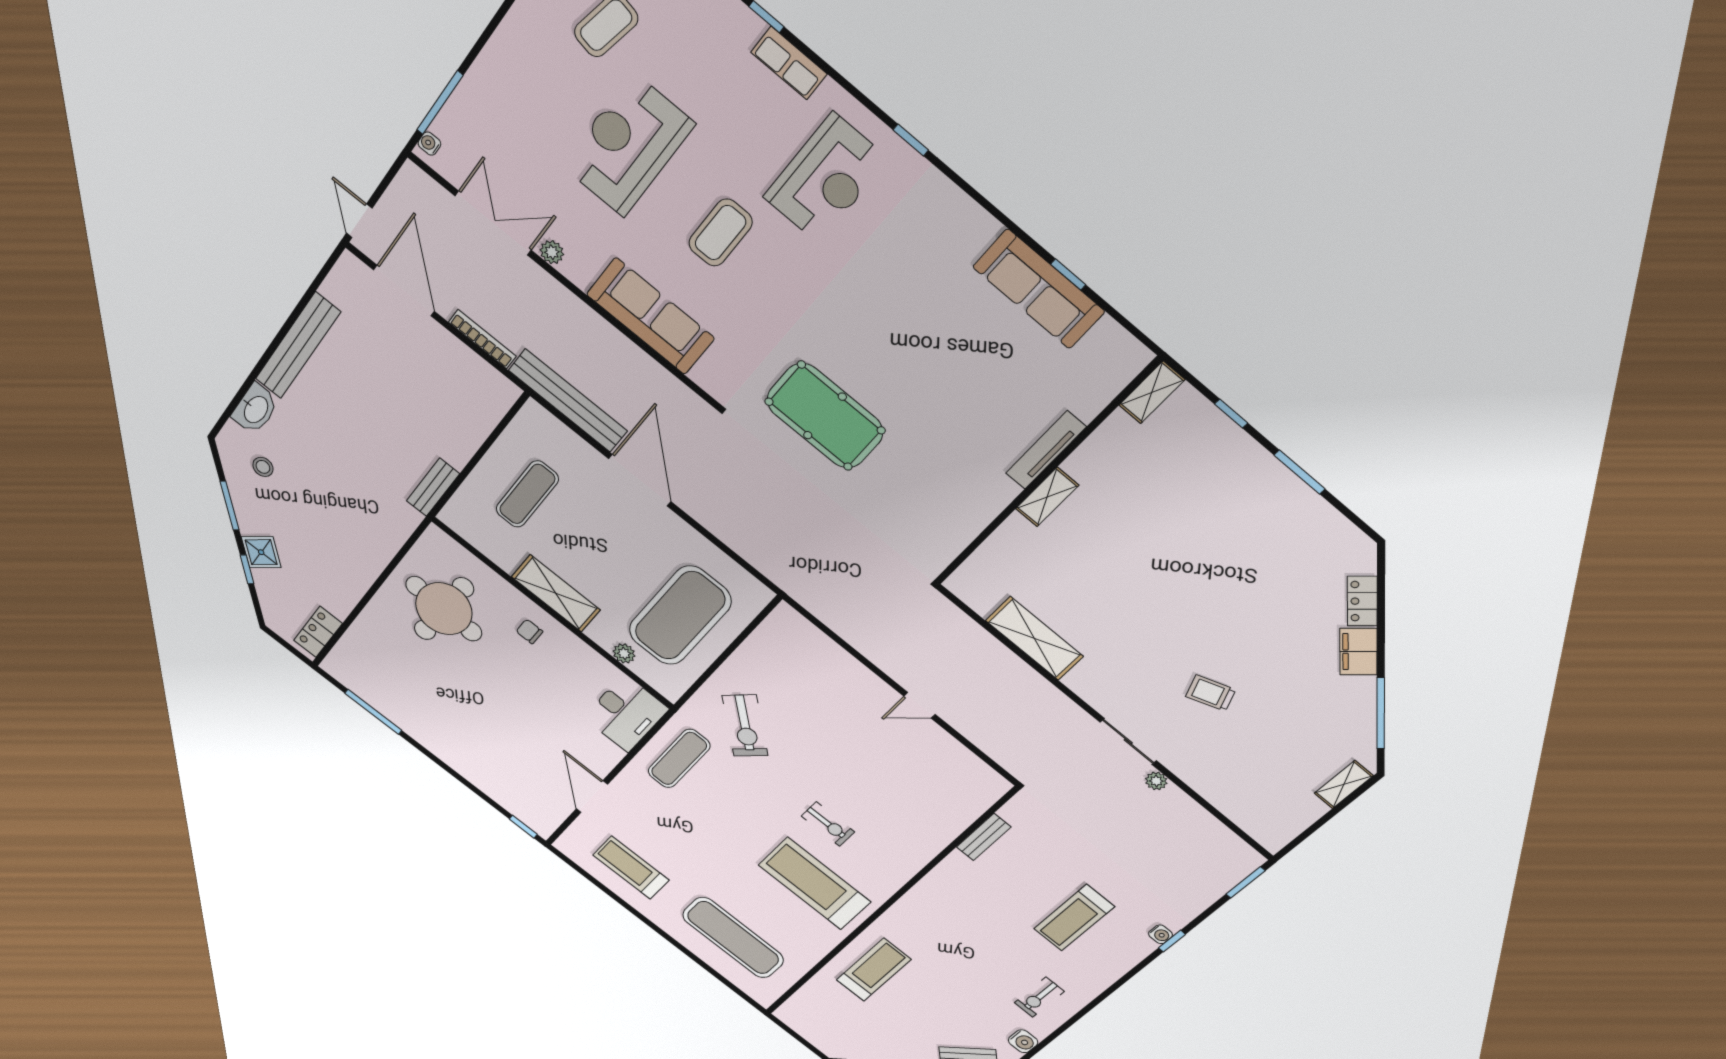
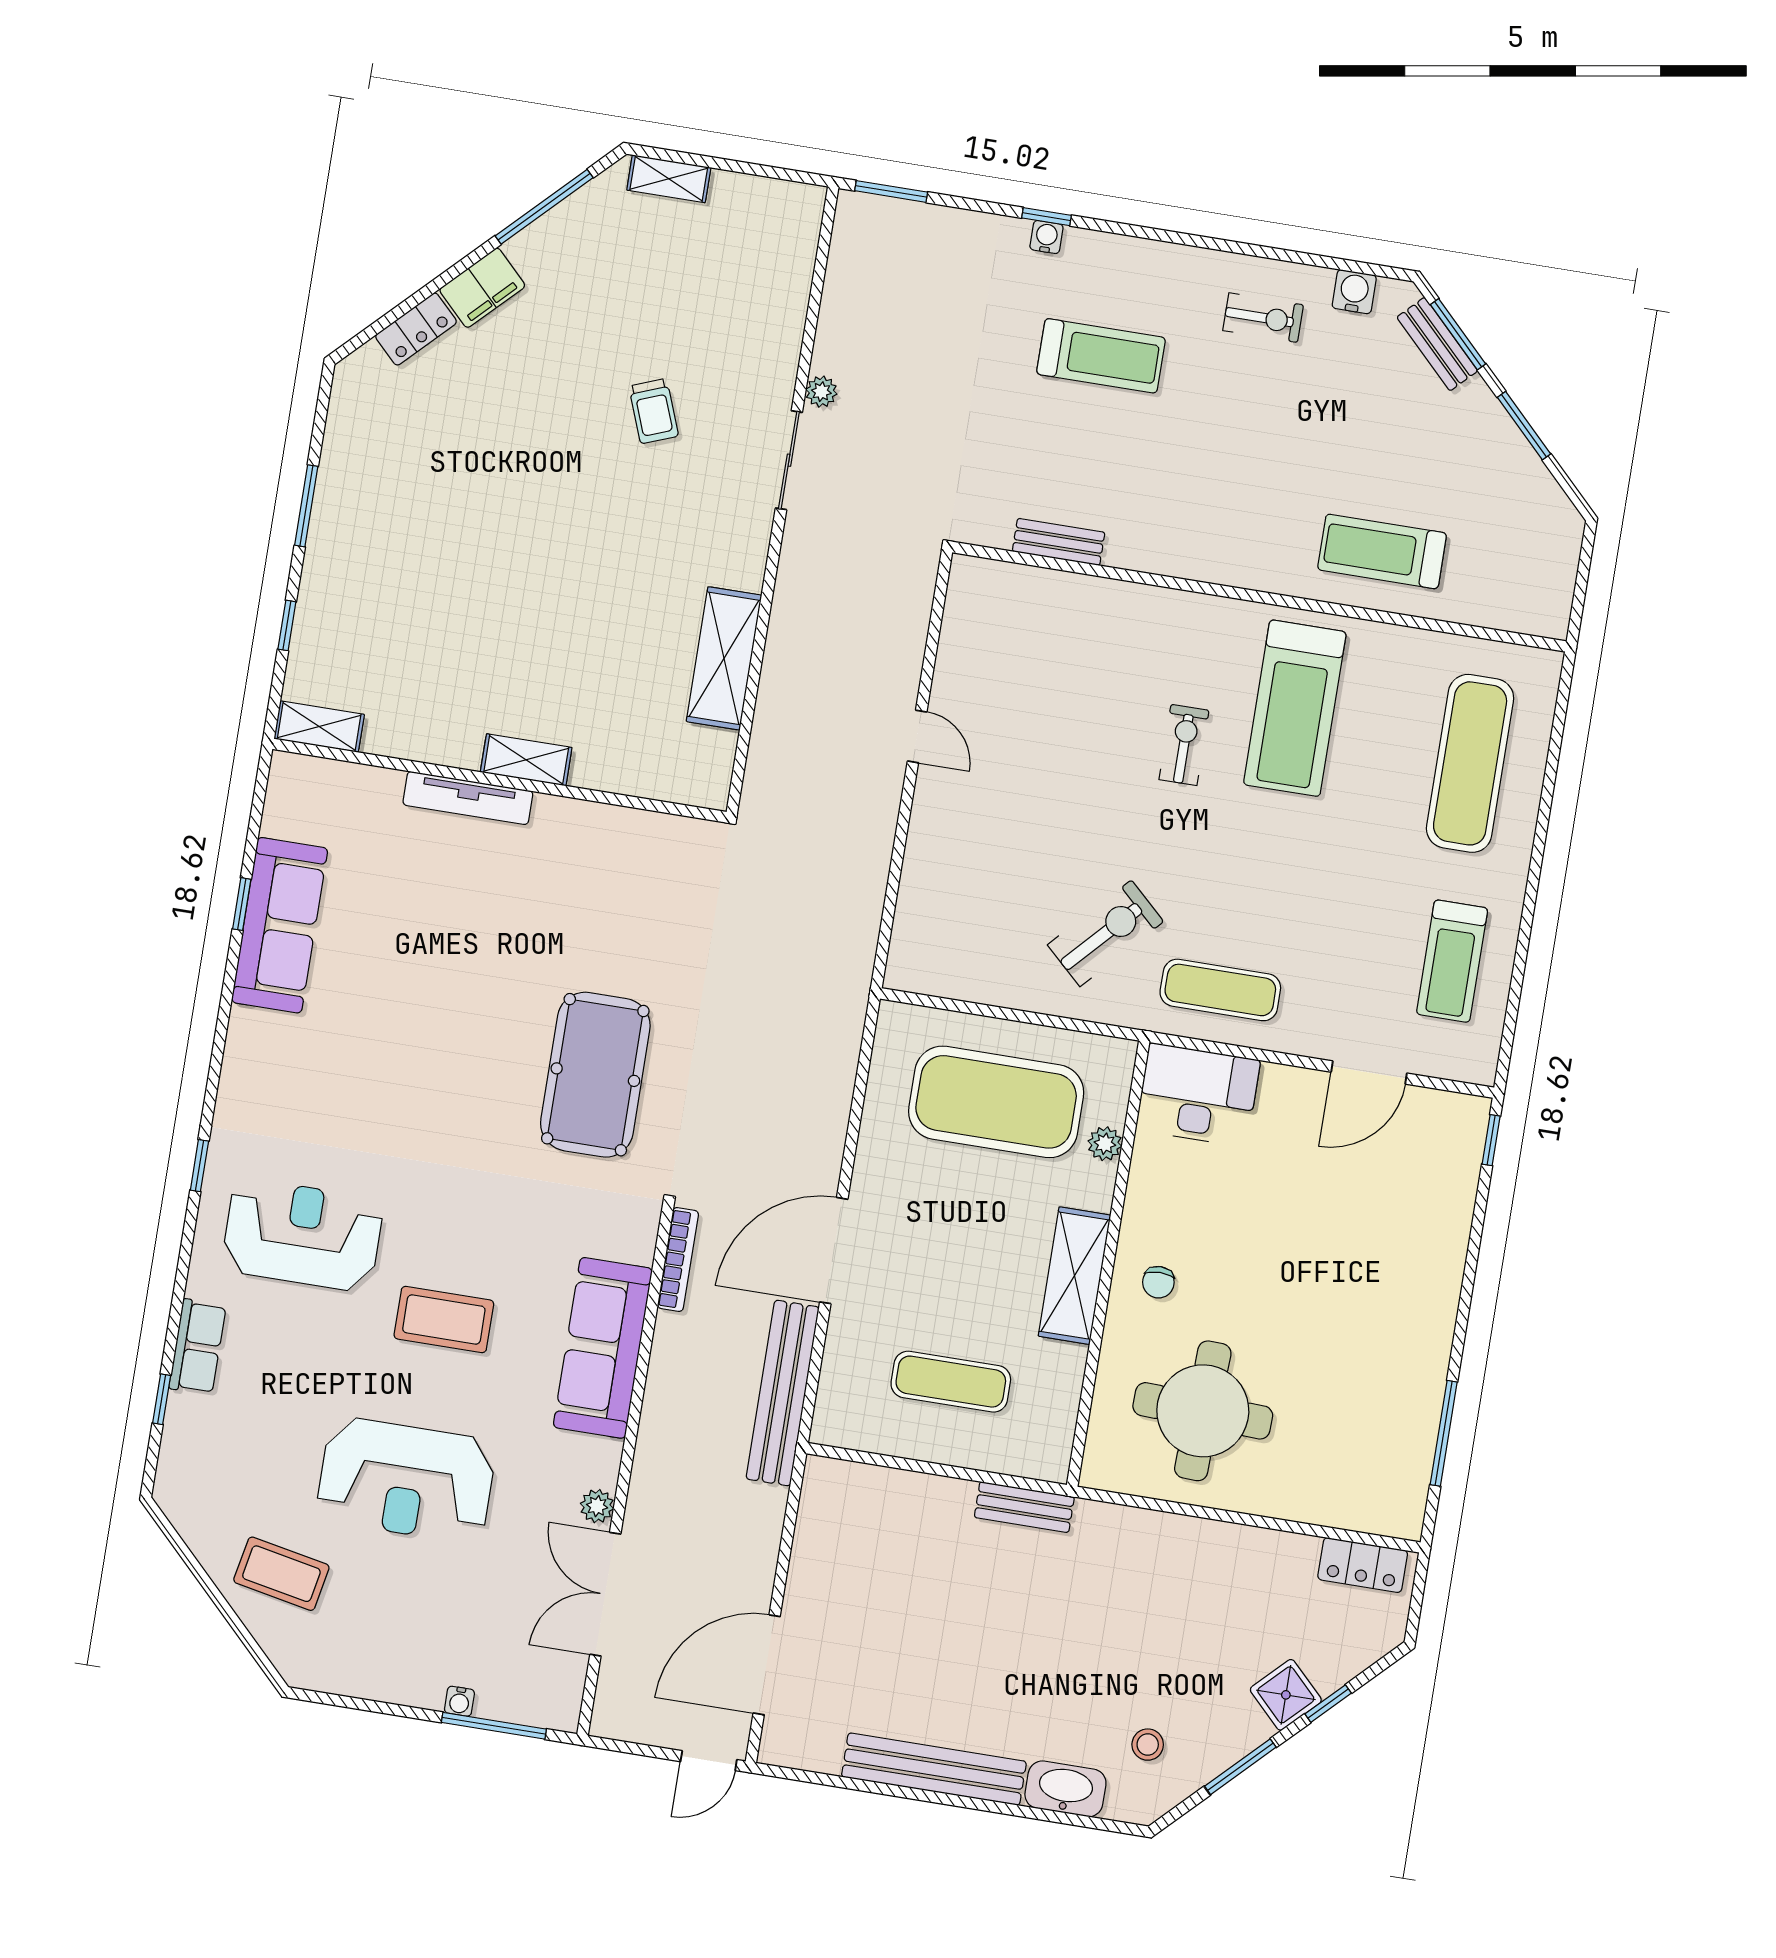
water cooler: (429, 144) -> (459, 1701), moved
bookcase: (482, 339) -> (678, 1260), moved, turned 180

